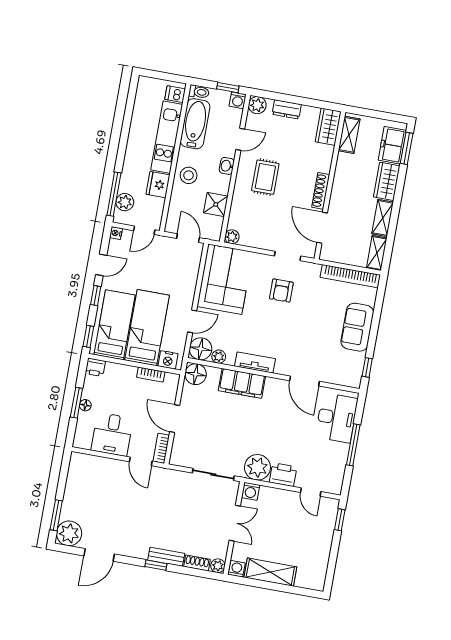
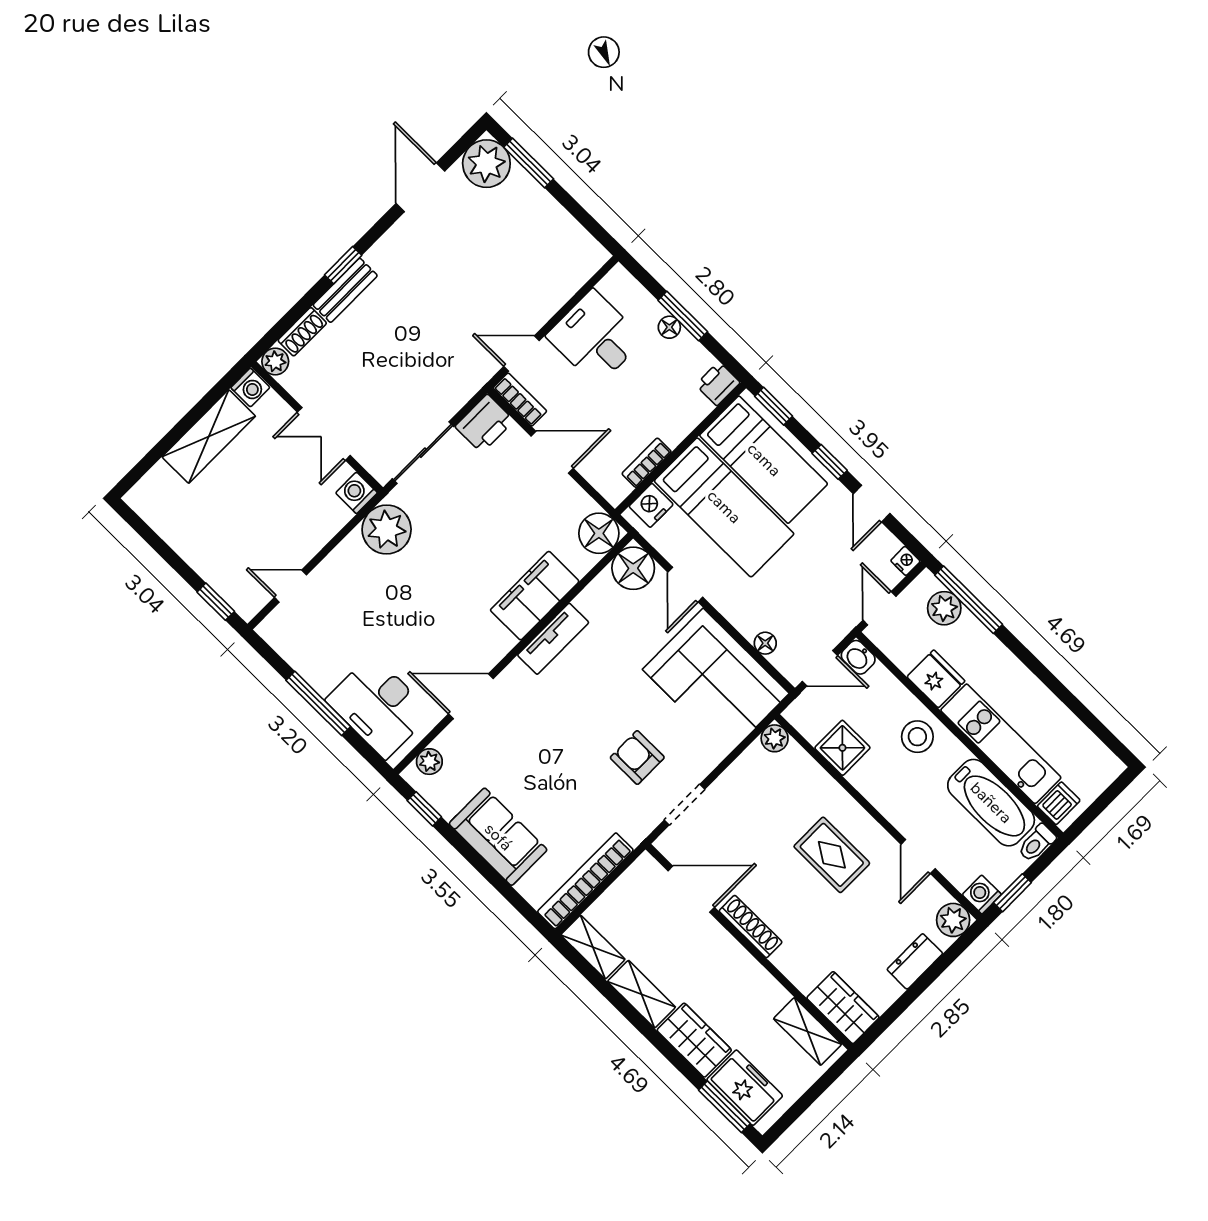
washbasin: (227, 166) -> (858, 657), moved, turned 180
floor lamp: (194, 269) -> (765, 643), added
plant: (219, 357) -> (429, 762), moved
printer: (283, 475) -> (485, 424), moved

